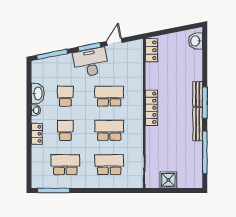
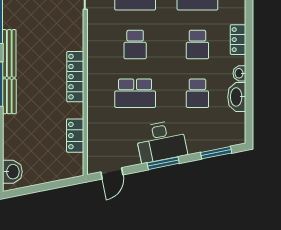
door: (114, 42) -> (112, 173), moved
locker: (151, 50) -> (75, 136), moved
window: (52, 54) -> (216, 153), width x0.69
school desk: (109, 130) -> (135, 45), width x0.54

